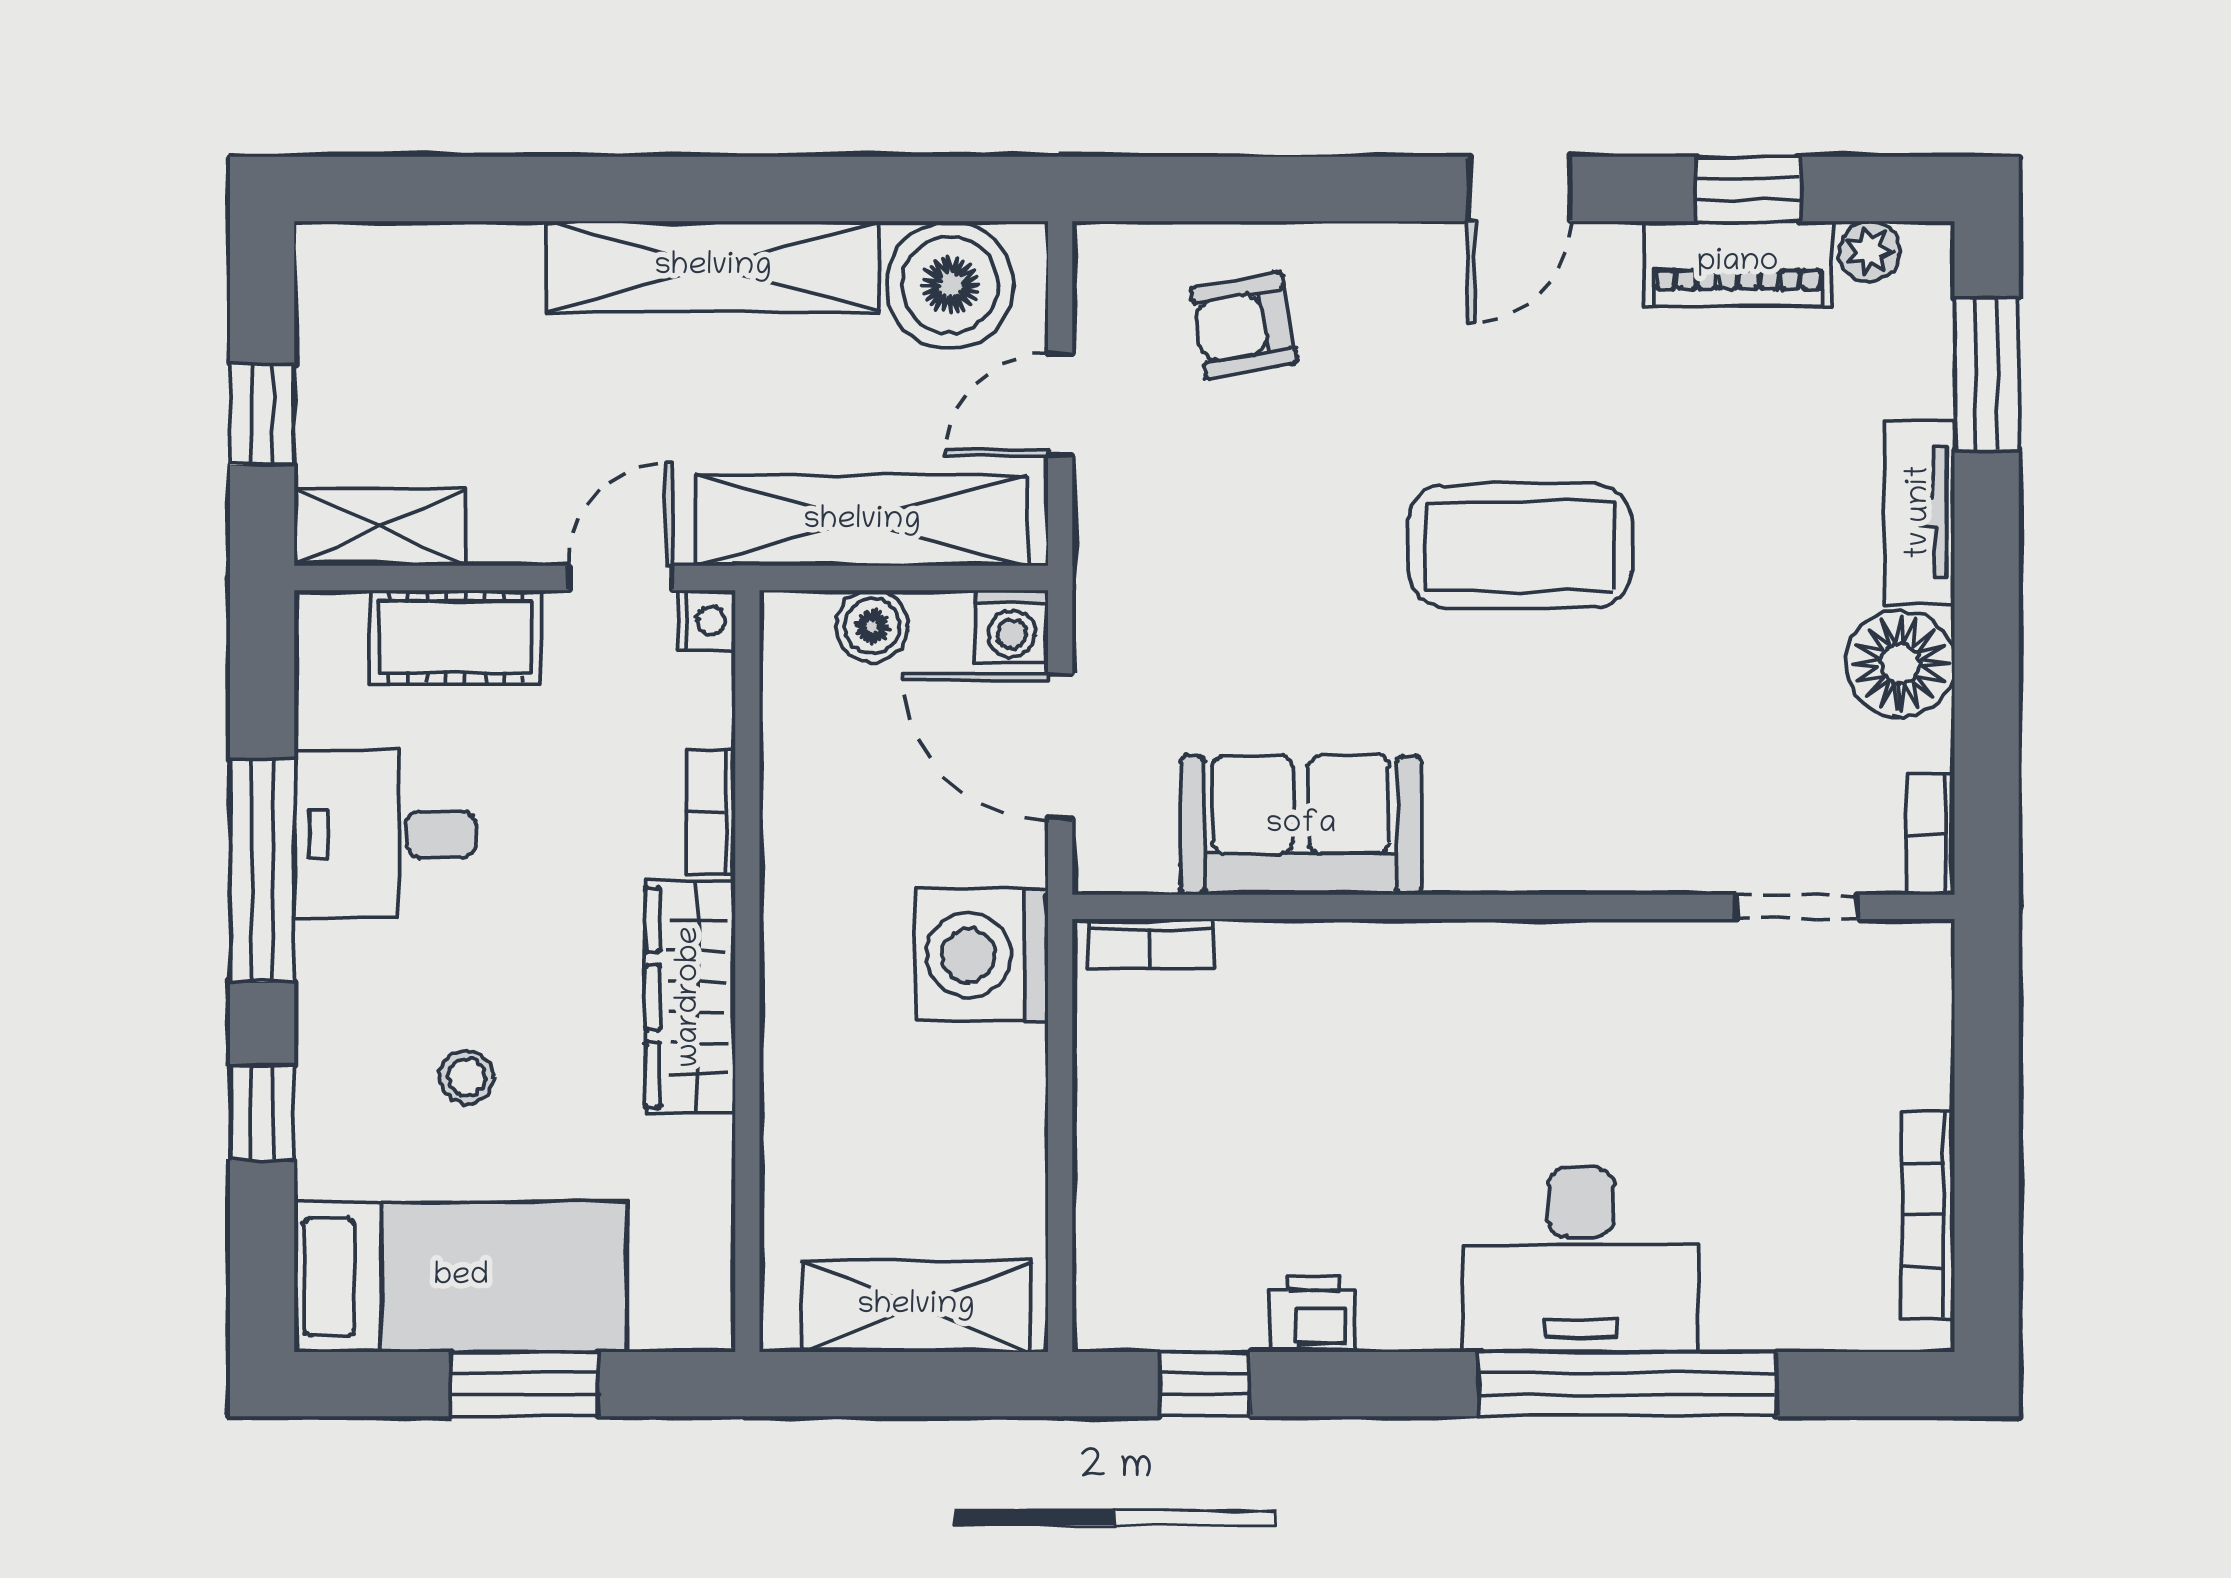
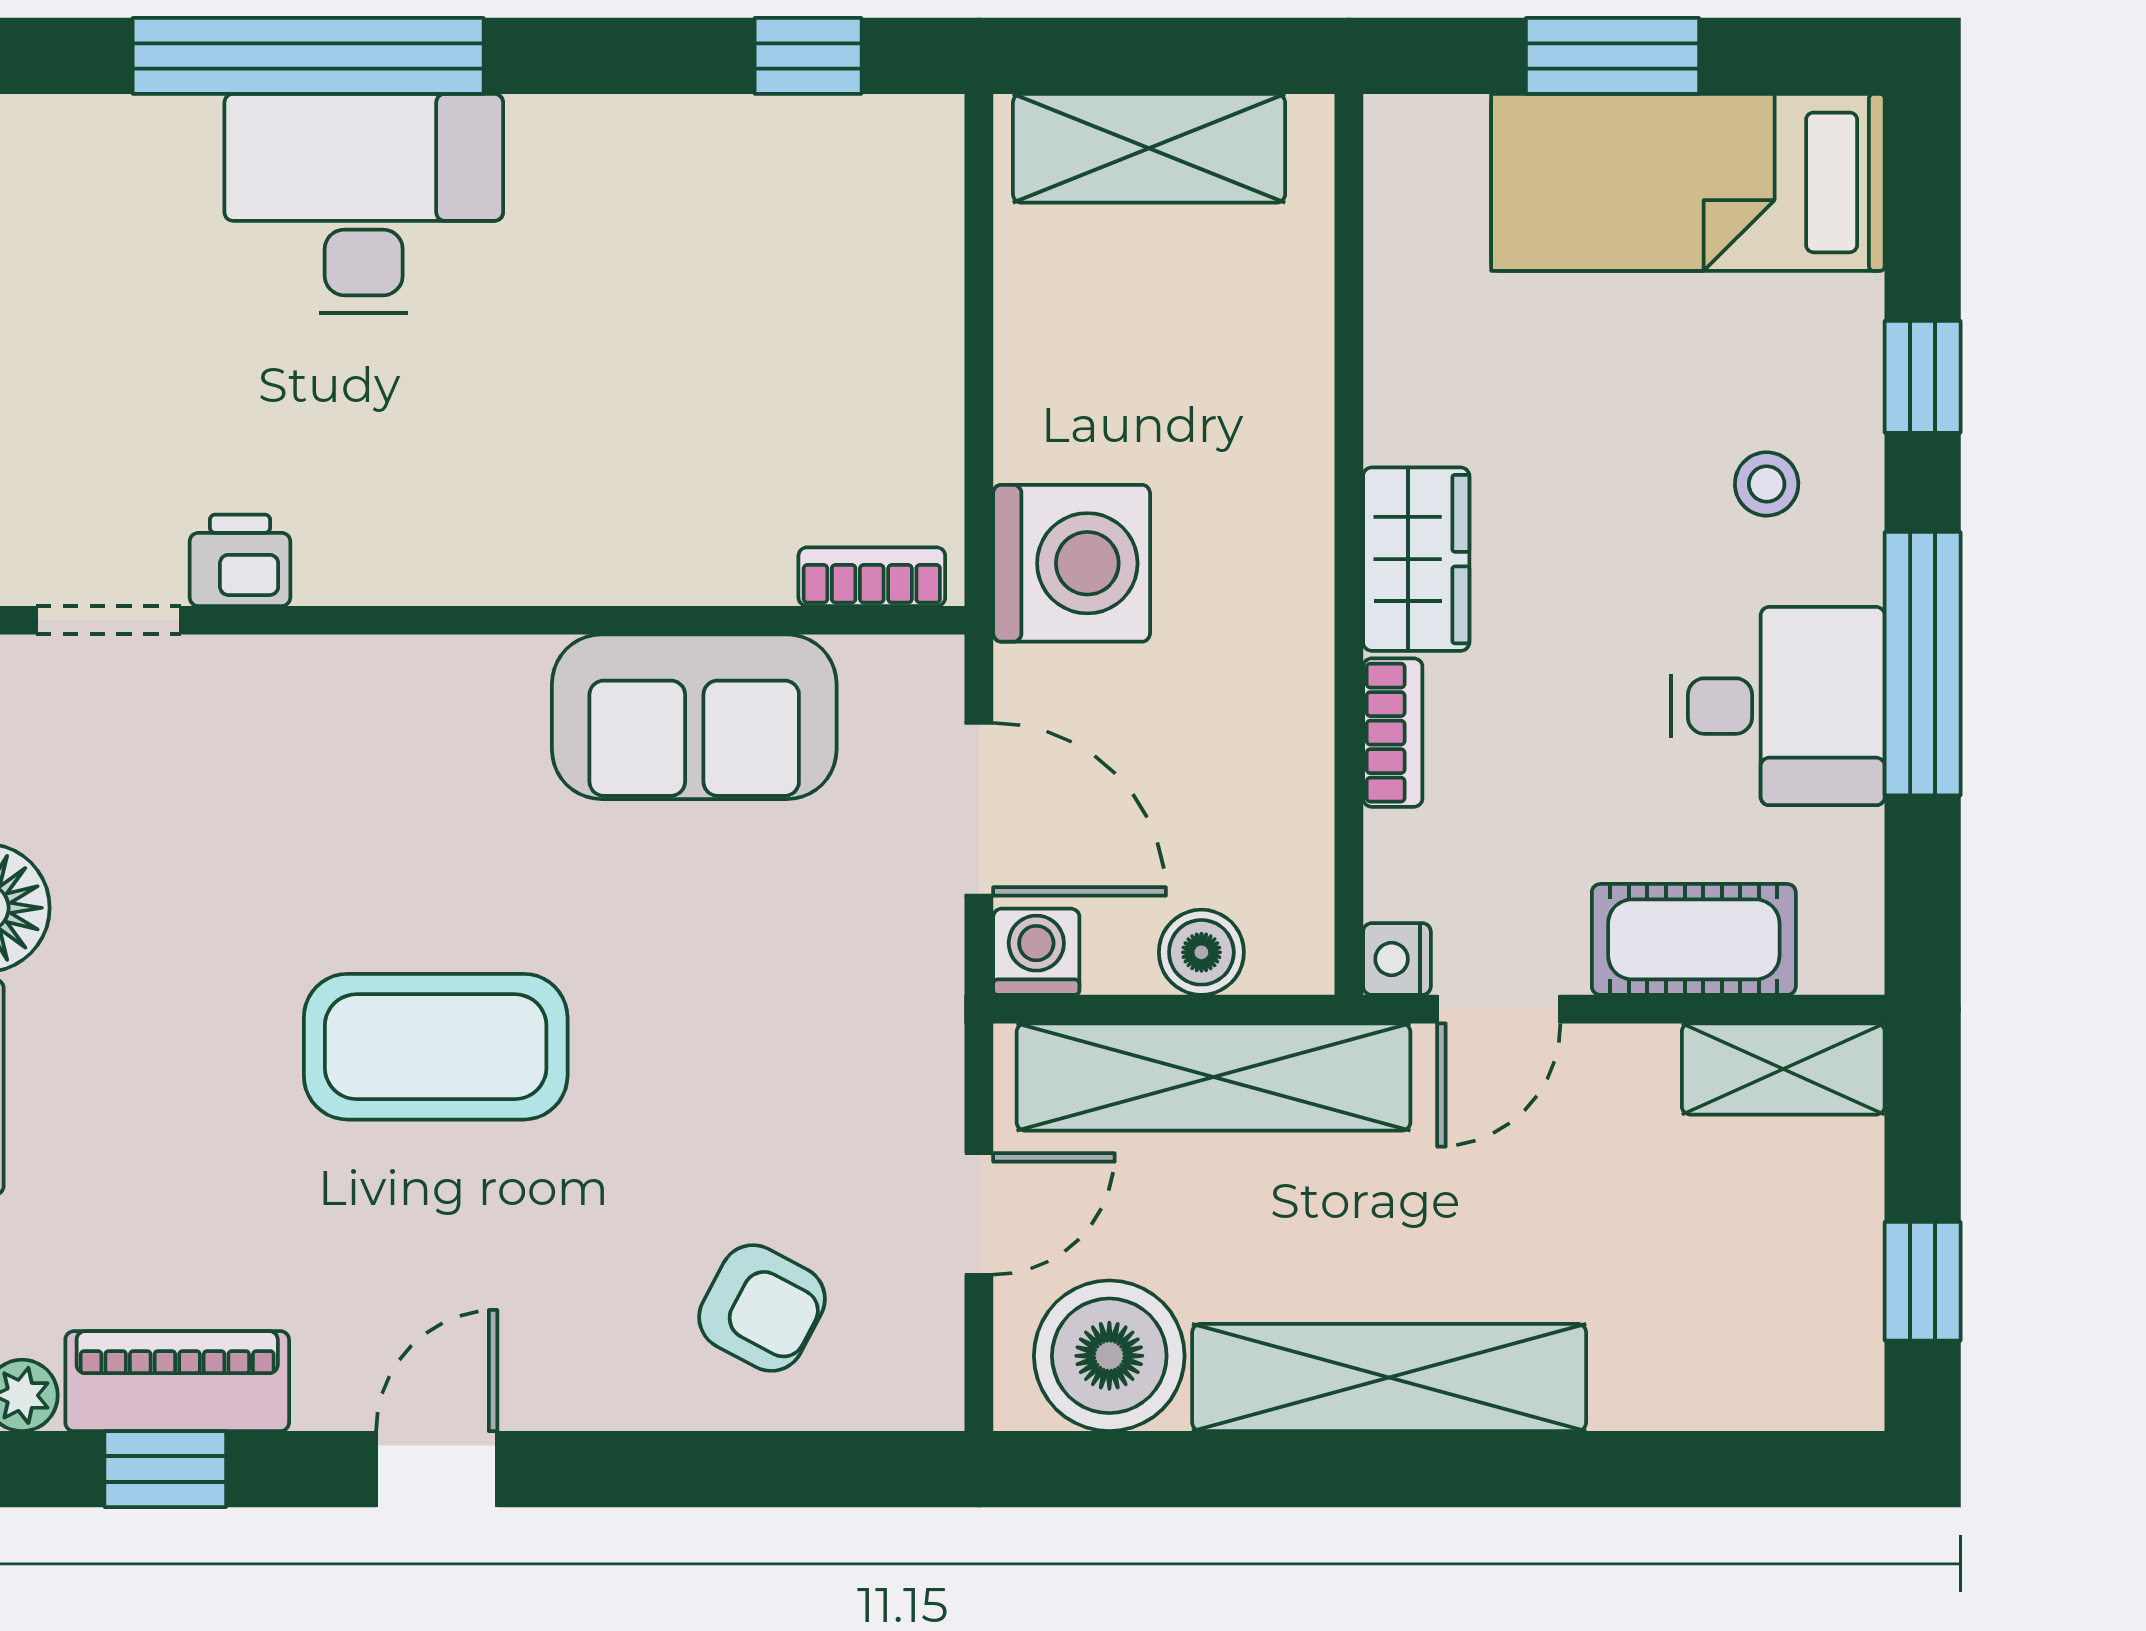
armchair: (1244, 325) -> (762, 1308), turned 38
window: (262, 415) -> (1923, 1281), moved
wardrobe: (690, 997) -> (1416, 559), width x0.67
stool: (466, 1077) -> (1767, 484), moved
printer: (1313, 1313) -> (240, 560), moved, turned 180

